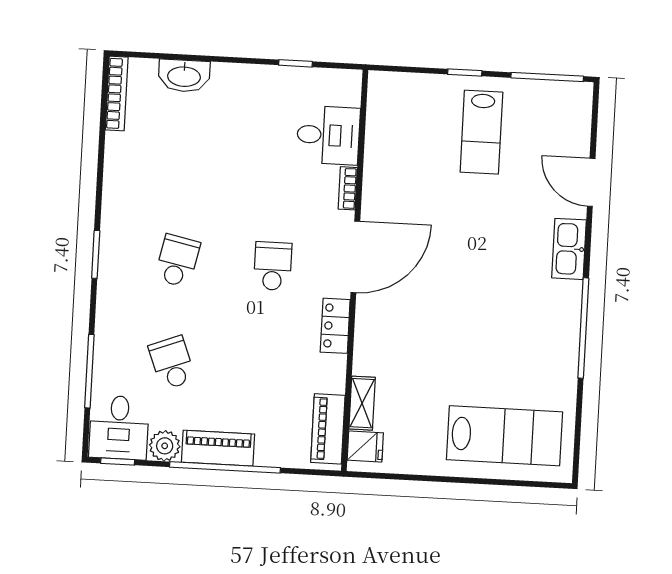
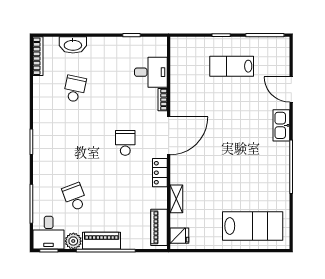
lab bench: (481, 132) -> (232, 66), turned 90
school desk: (177, 261) -> (75, 89), moved
shelving: (362, 403) -> (176, 199), moved

